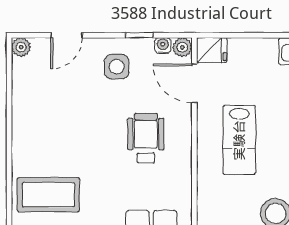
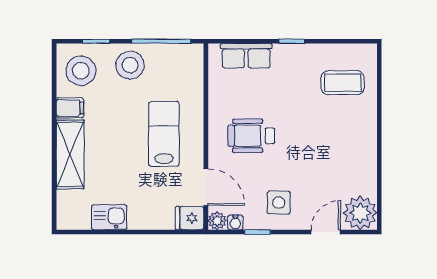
plant: (21, 47) -> (360, 213), width x1.88, depth x1.88
wheelchair: (146, 138) -> (251, 136), turned 90
coffee table: (48, 195) -> (343, 83), width x0.73, depth x0.76

